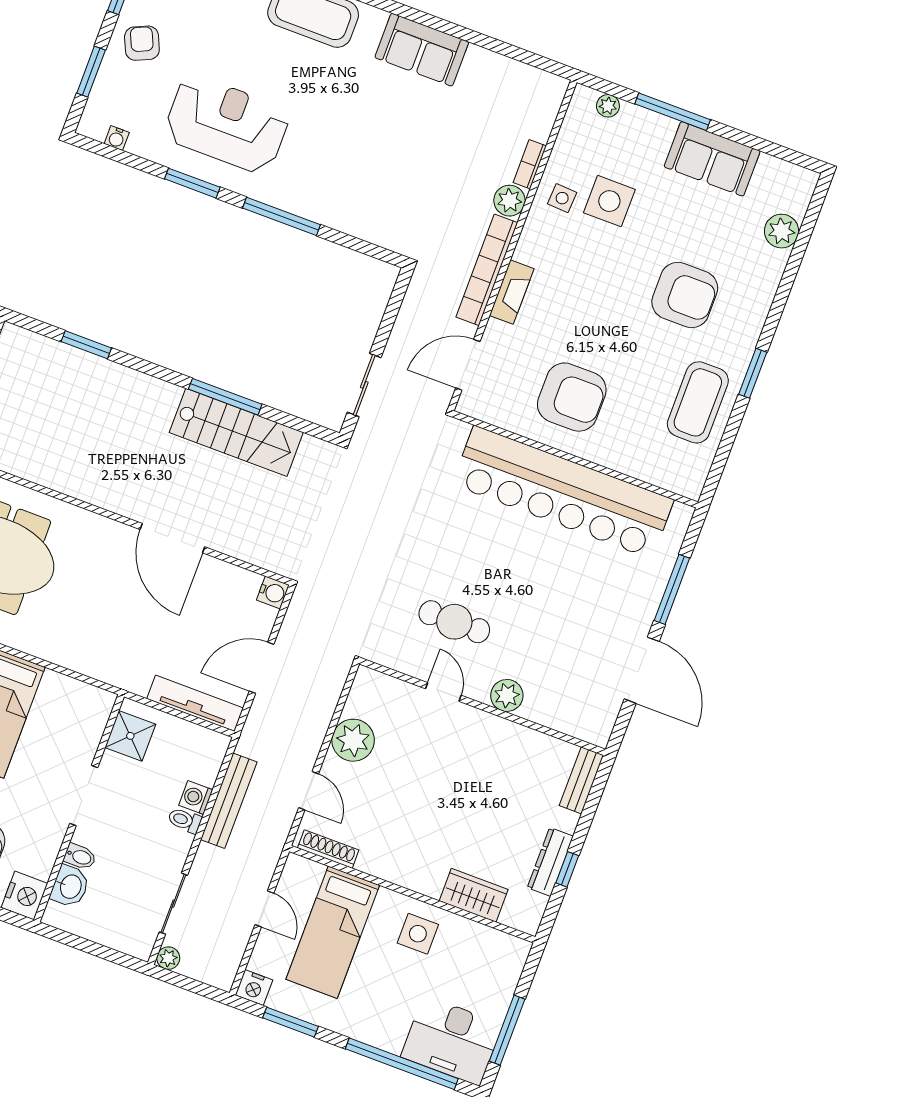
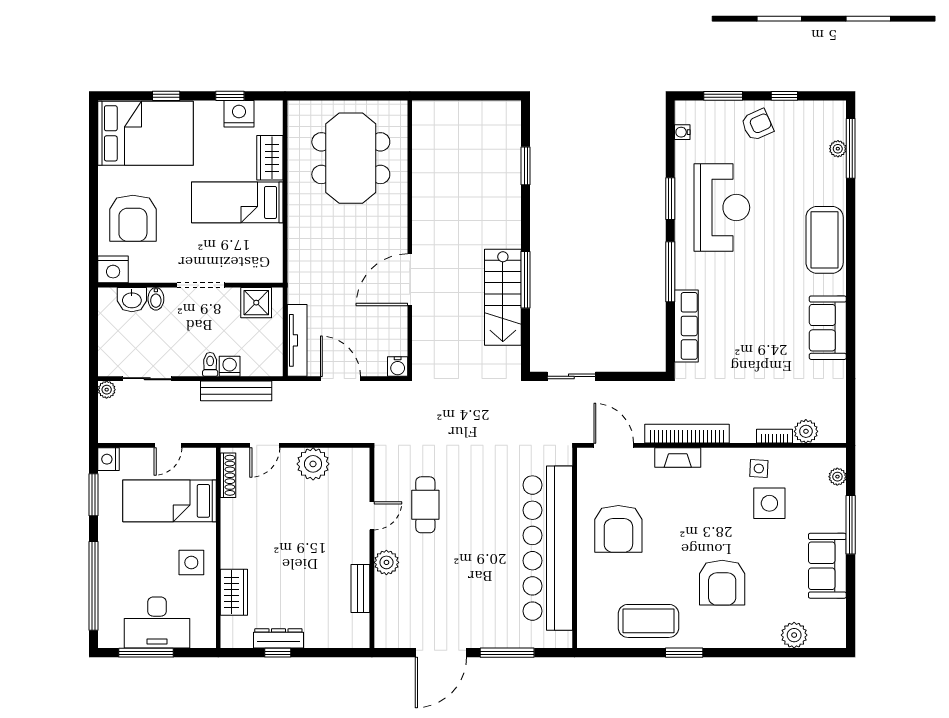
plant: (510, 201) -> (806, 431), moved
row of seats: (355, 221) -> (686, 326), added
bench: (582, 780) -> (360, 588), moved, turned 90
desk: (452, 1040) -> (157, 622), moved, turned -90

